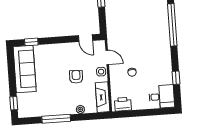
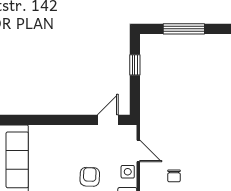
door: (85, 38) -> (108, 120), swing flipped
window: (31, 42) -> (26, 120), removed

